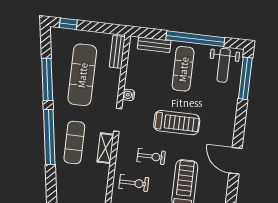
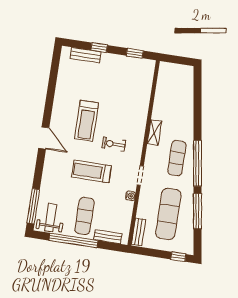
shelving: (105, 148) -> (154, 133), moved
exercise bike: (134, 183) -> (129, 123), removed

